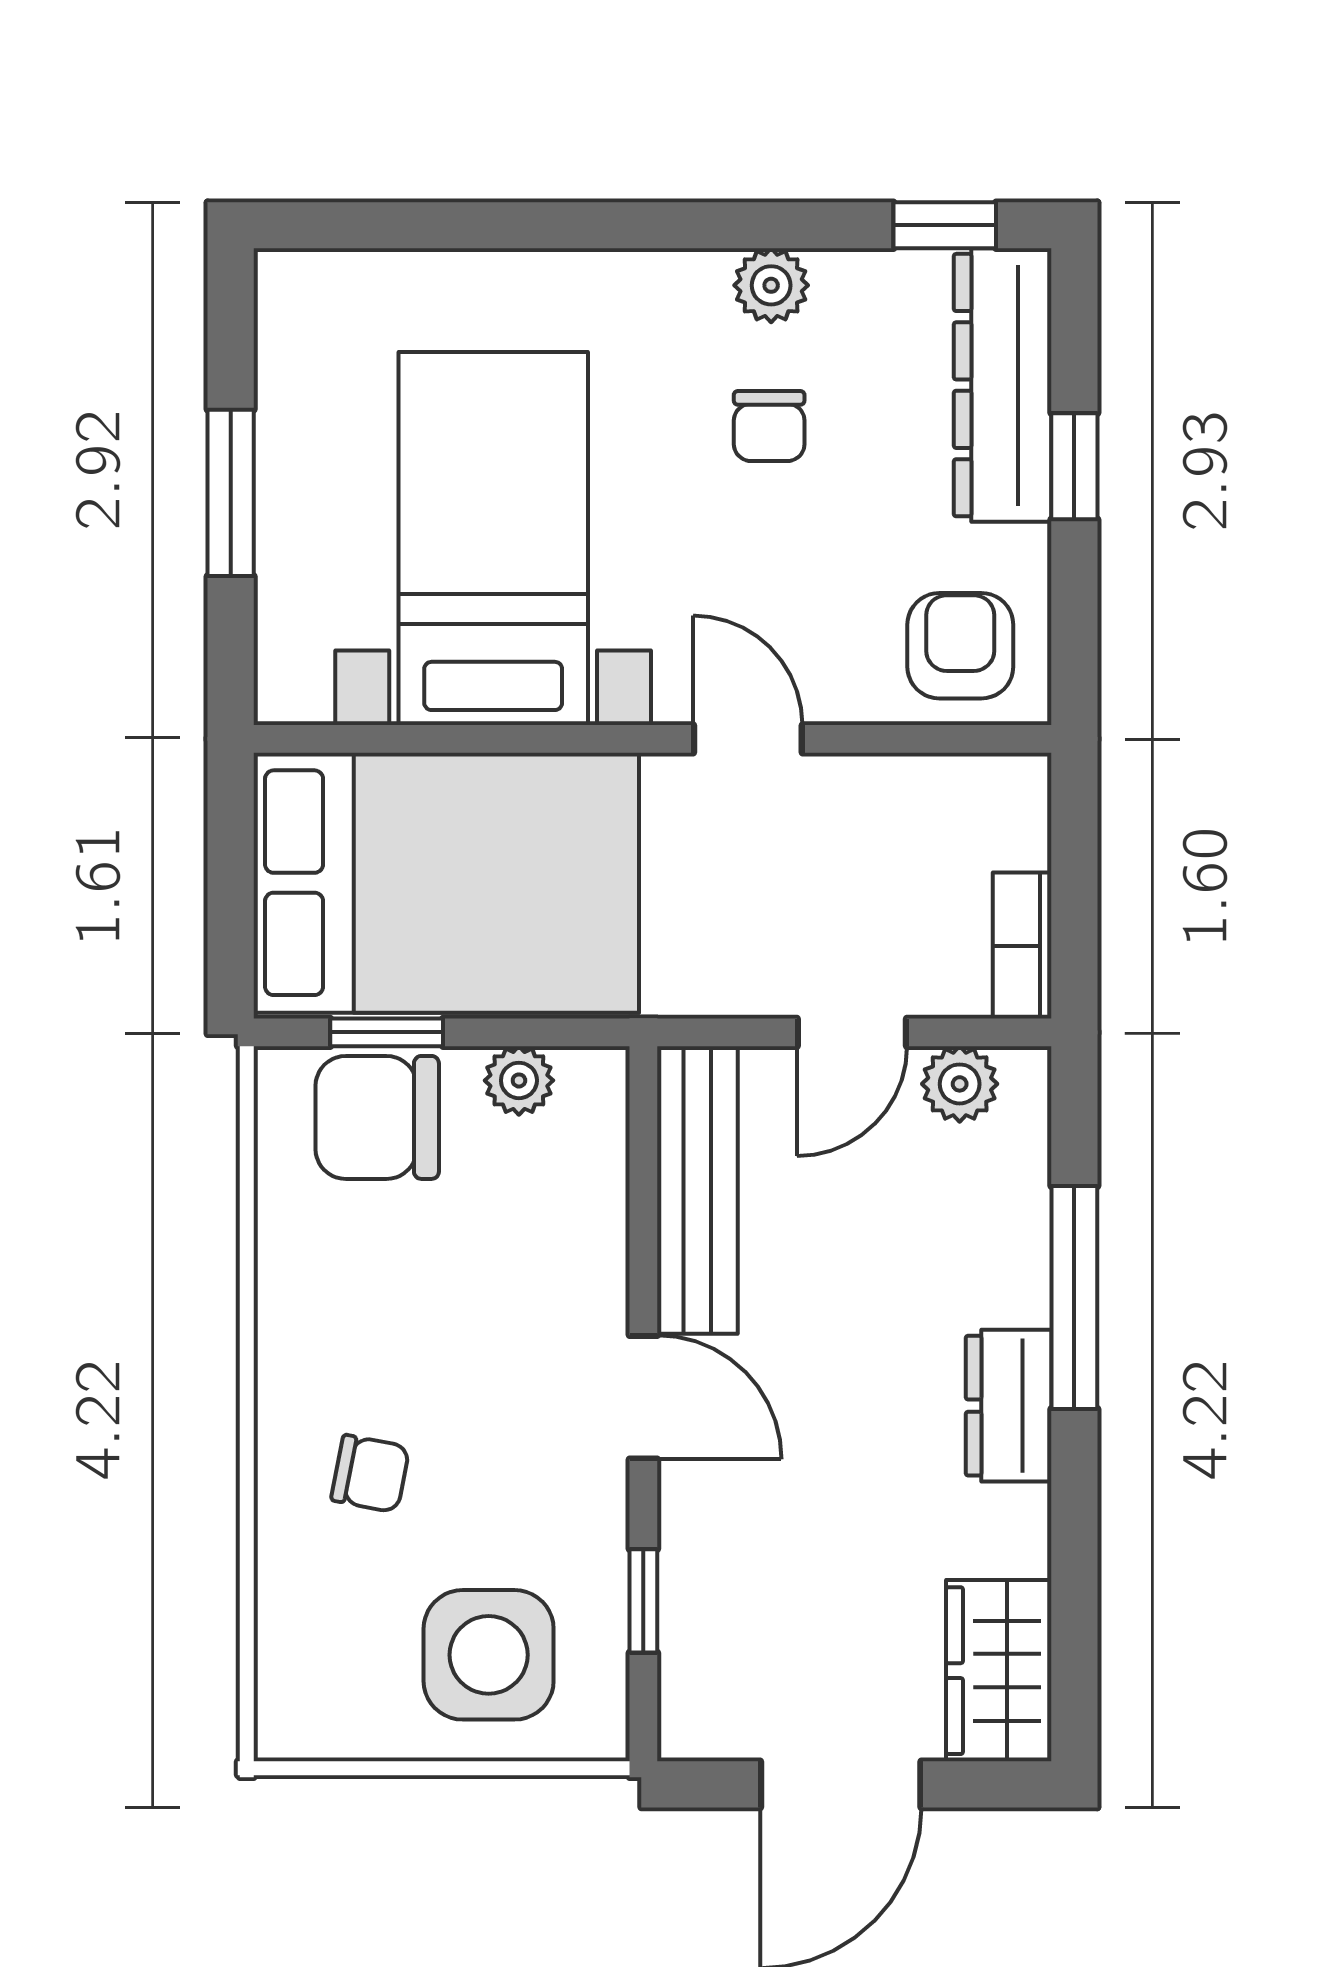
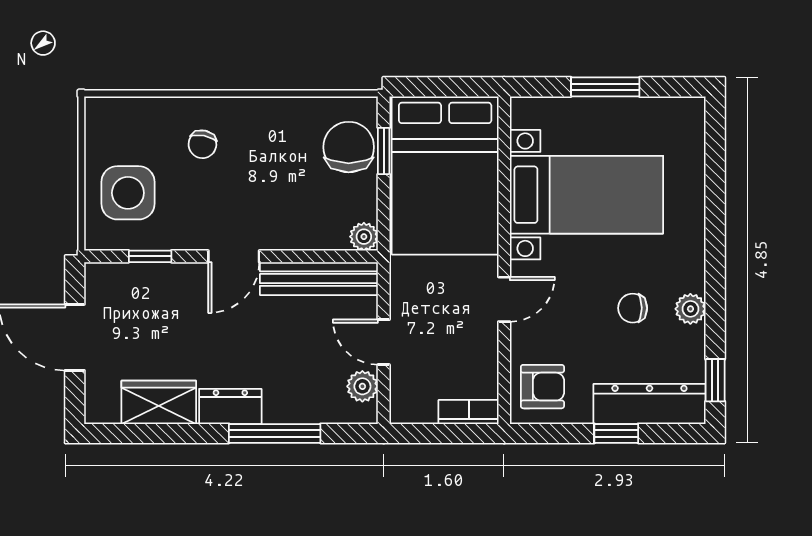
bookcase: (1022, 946) -> (469, 412), moved
plant: (519, 1080) -> (364, 237), moved
wardrobe: (999, 1671) -> (159, 402), moved

